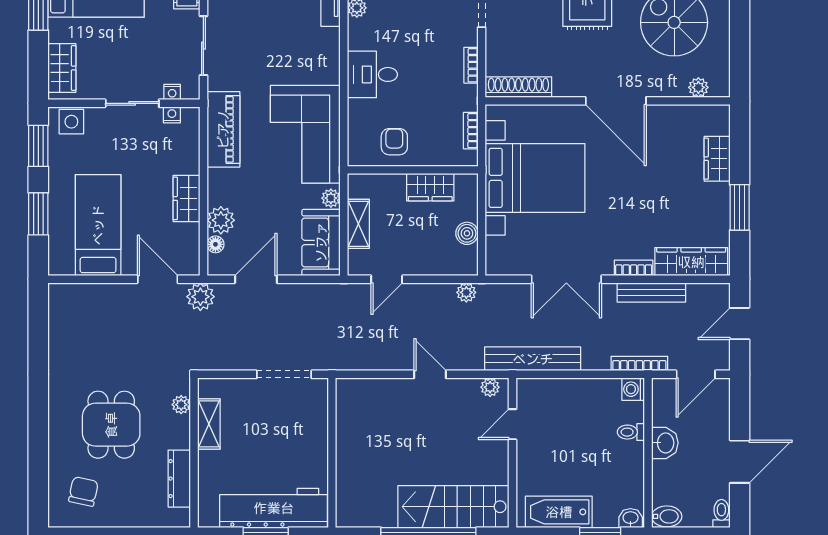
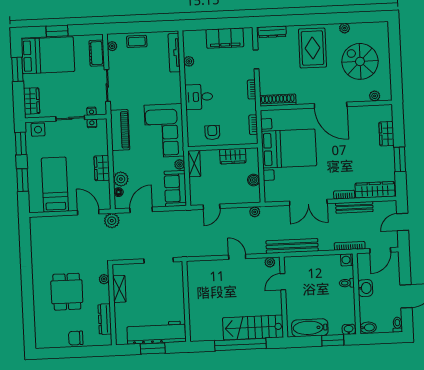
shelving: (358, 224) -> (194, 164), moved
chair: (83, 491) -> (76, 338), moved, turned -102

